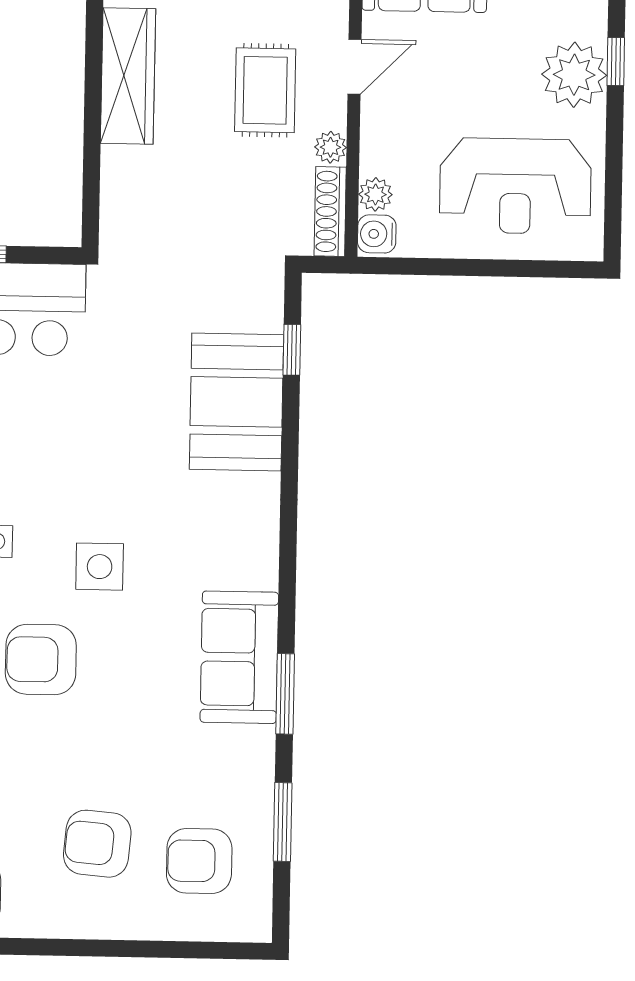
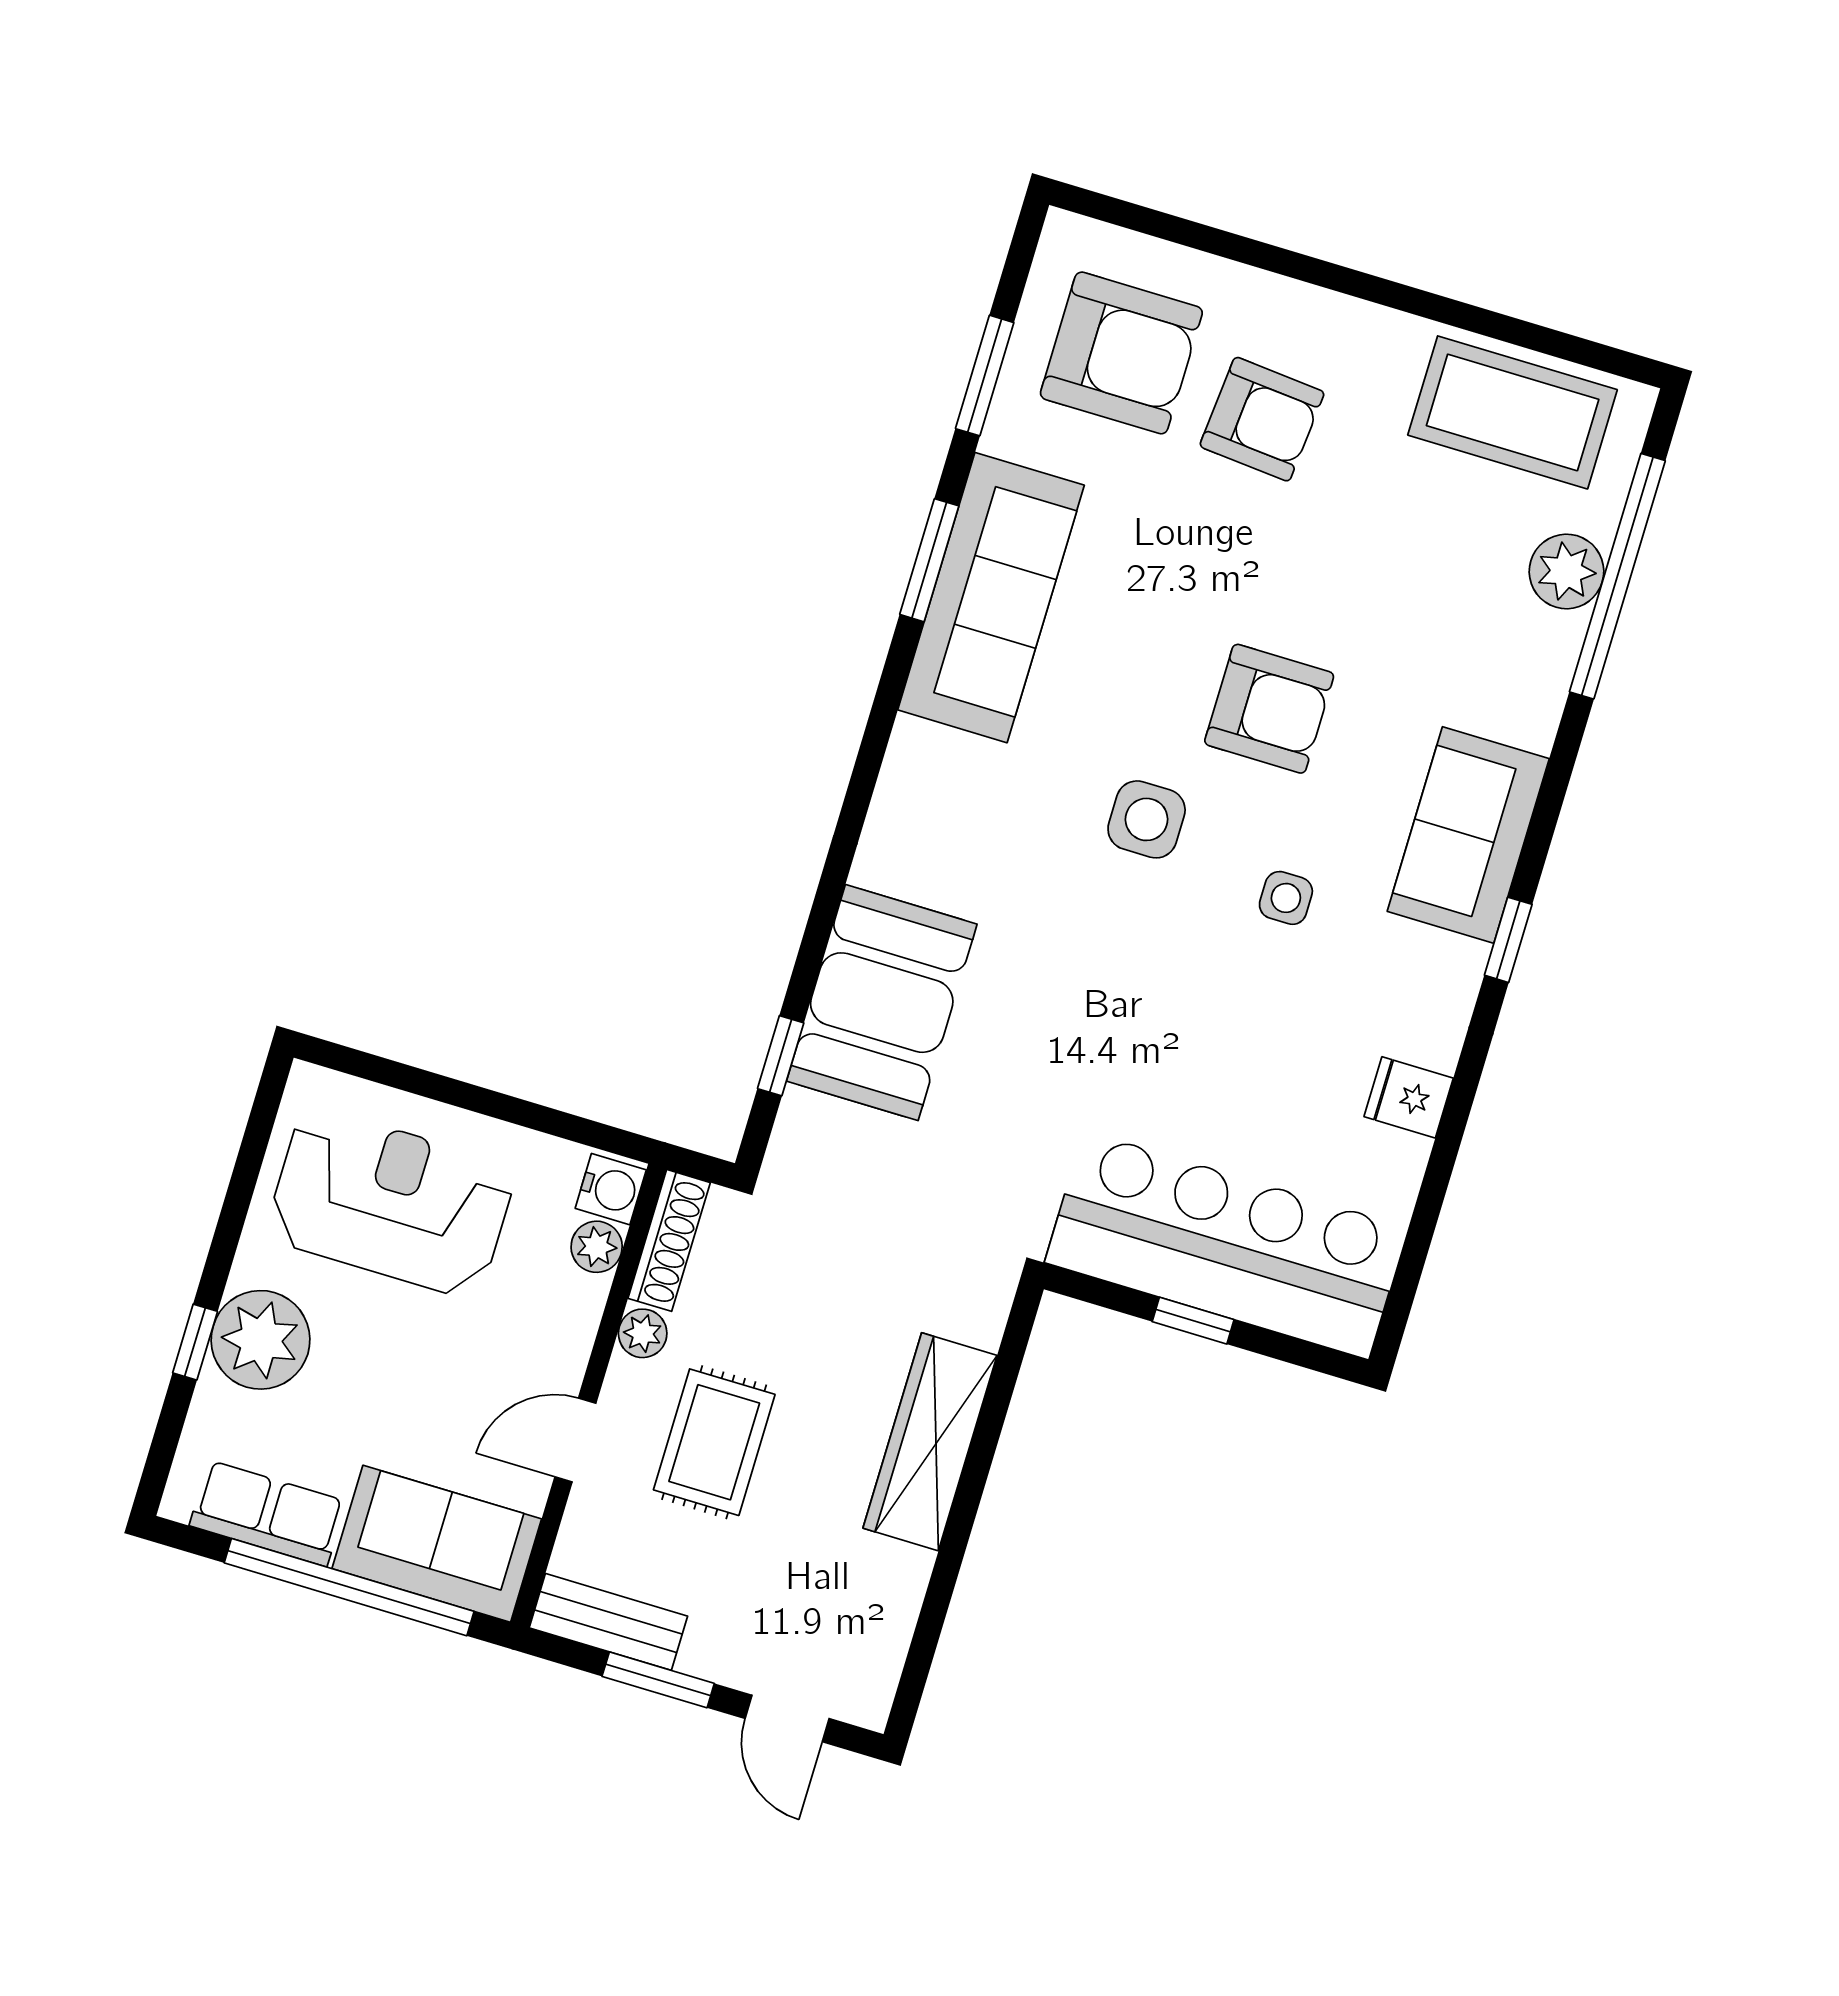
wardrobe: (128, 76) -> (930, 1442), moved
sofa: (239, 657) -> (991, 598), width x1.36
armchair: (199, 861) -> (1121, 353), width x1.36, depth x1.36

